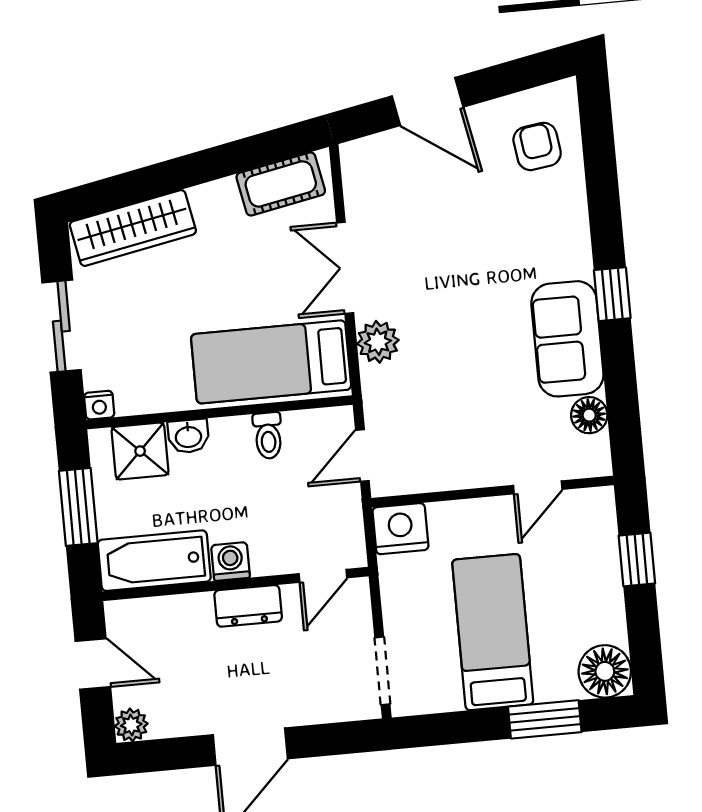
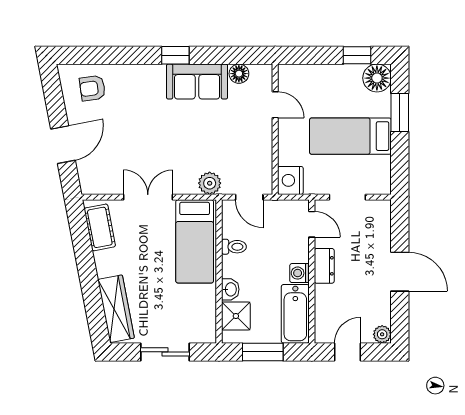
double door: (345, 268) -> (148, 197), swing flipped
plant: (378, 342) -> (210, 183), moved
nightstand: (99, 405) -> (209, 336), removed
window: (637, 559) -> (357, 55), moved
doorway: (382, 671) -> (347, 197), moved

